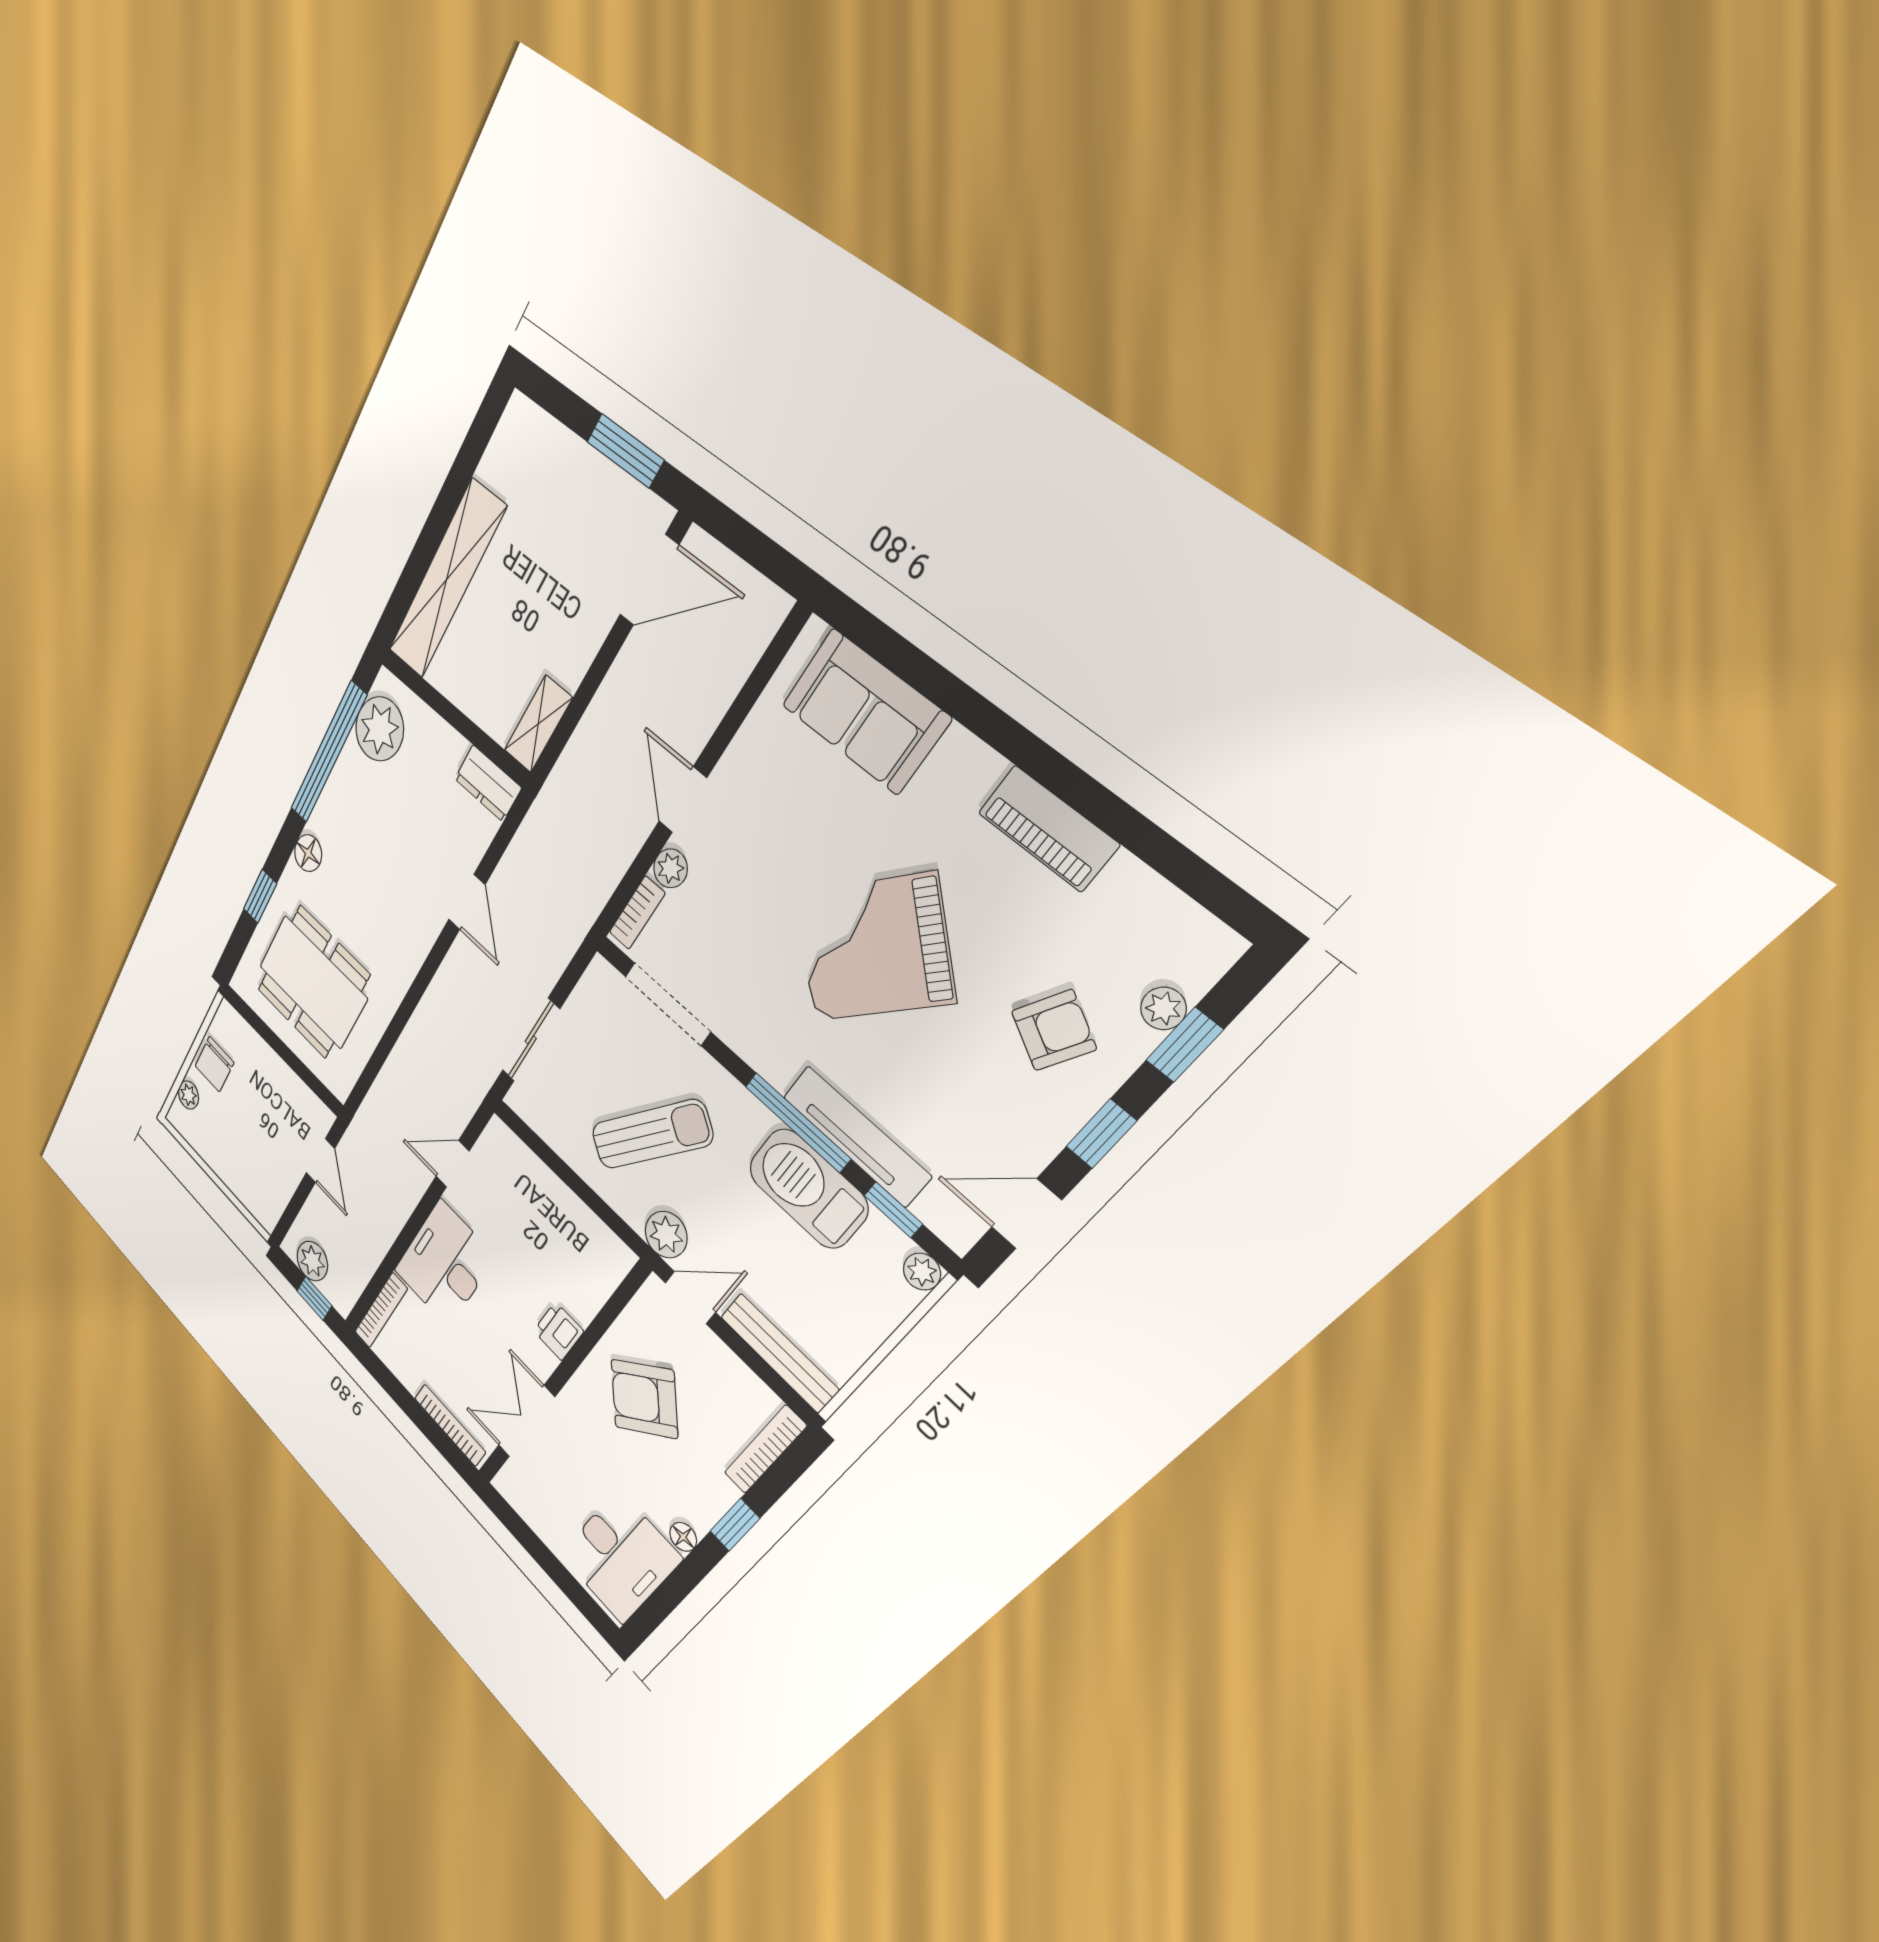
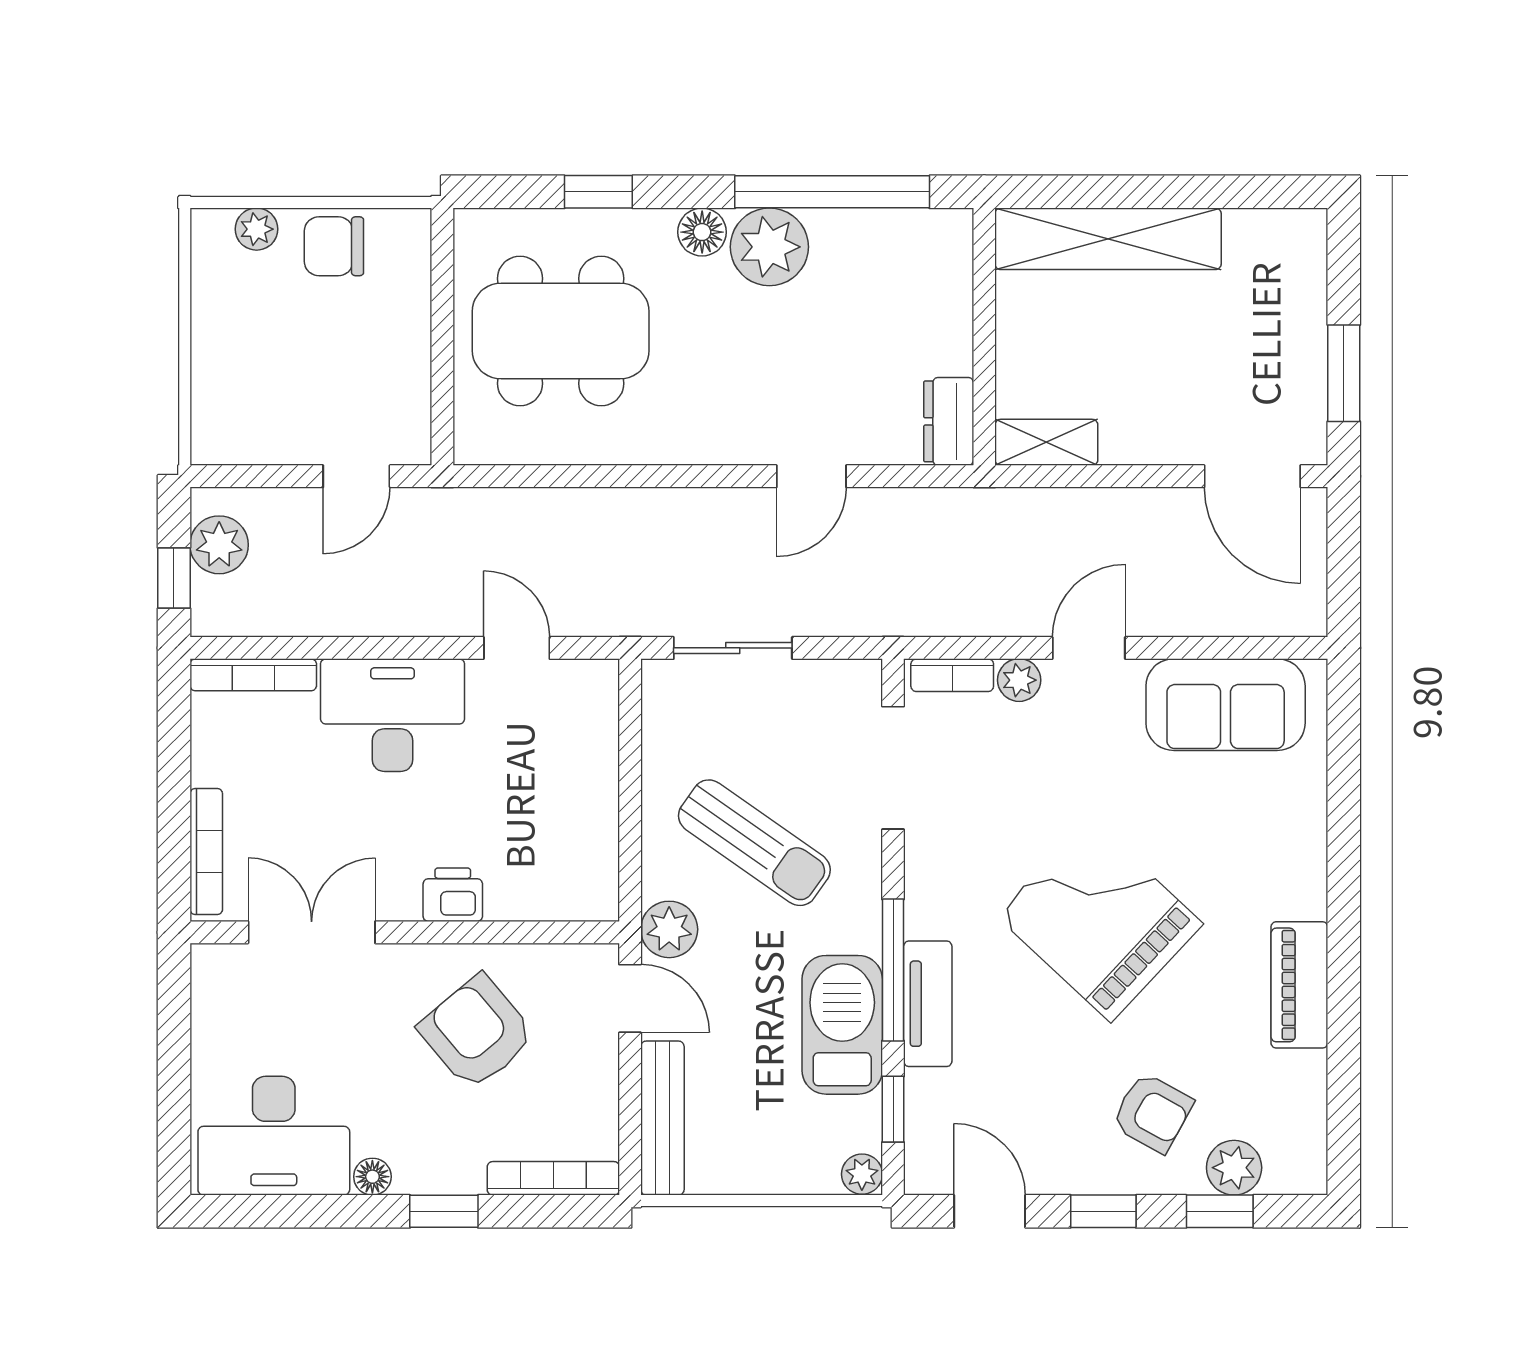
sofa: (865, 712) -> (1226, 705), moved, turned -90
plant: (380, 729) -> (769, 247), moved
dining table: (313, 982) -> (561, 331), turned 90
plant: (1163, 1008) -> (1234, 1168), width x1.38, depth x1.38
tv unit: (856, 1136) -> (928, 1004), width x0.71

